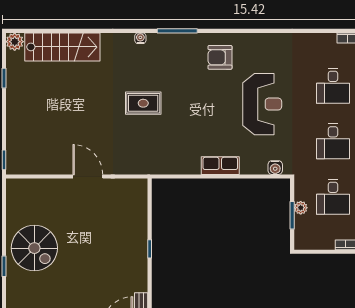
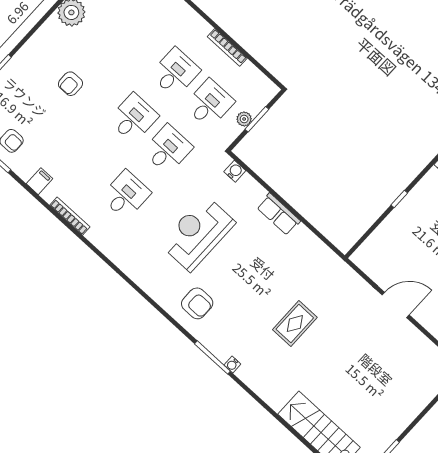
water cooler: (140, 38) -> (232, 365), moved
rug: (143, 103) -> (295, 324), turned 90
door: (88, 177) -> (396, 305), swing flipped

